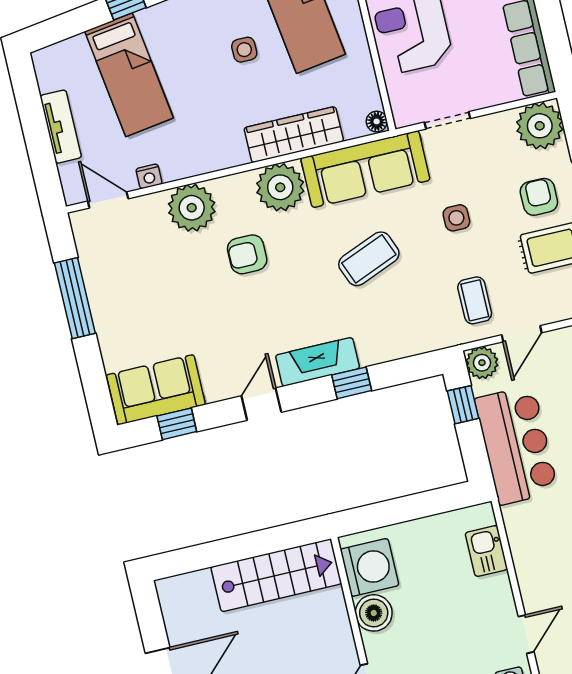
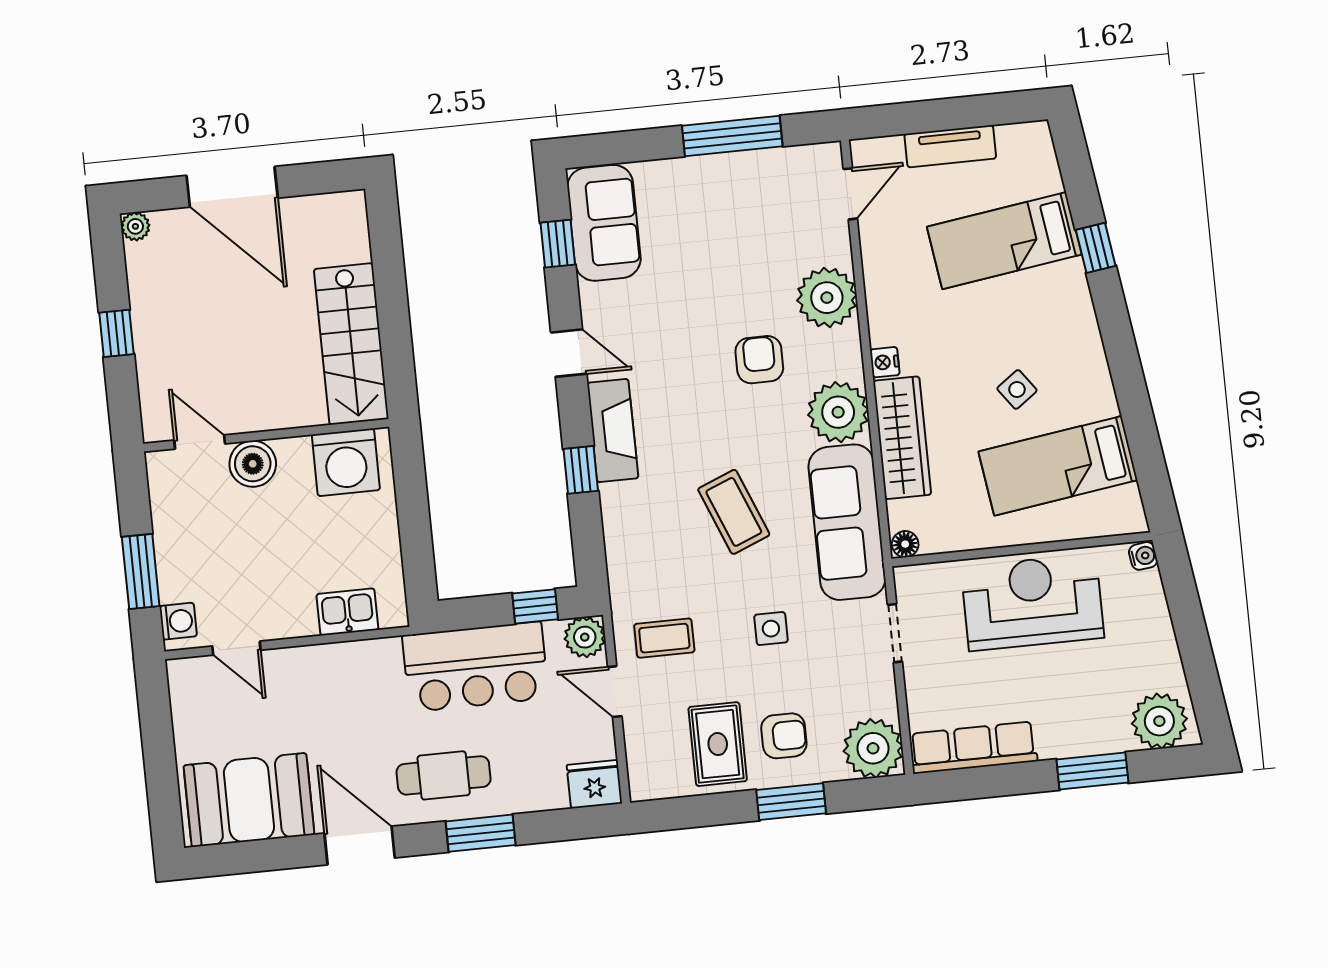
side table: (244, 50) -> (1017, 389), turned -36
nightstand: (149, 176) -> (885, 362), moved
boiler: (374, 613) -> (253, 464), moved

